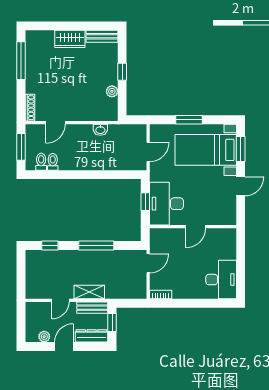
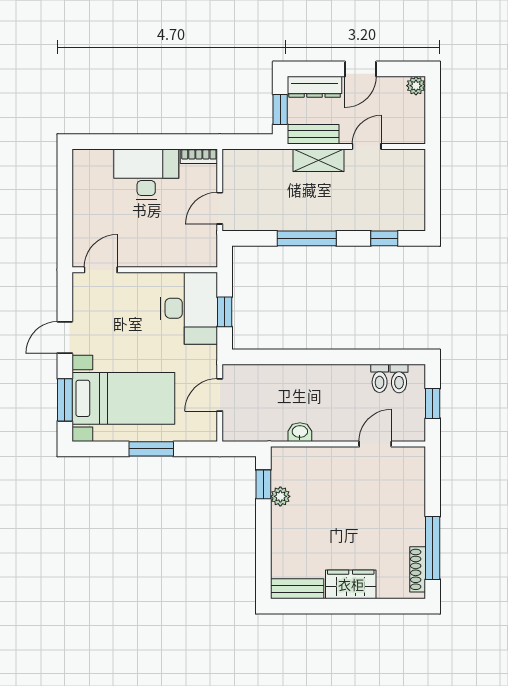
window: (122, 72) -> (263, 484), moved
shoe rack: (30, 108) -> (418, 569), moved
window: (21, 147) -> (433, 403), width x0.67
door: (196, 227) -> (101, 270), moved
desk: (221, 280) -> (146, 174), moved, turned 90
plant: (44, 337) -> (416, 86), moved

